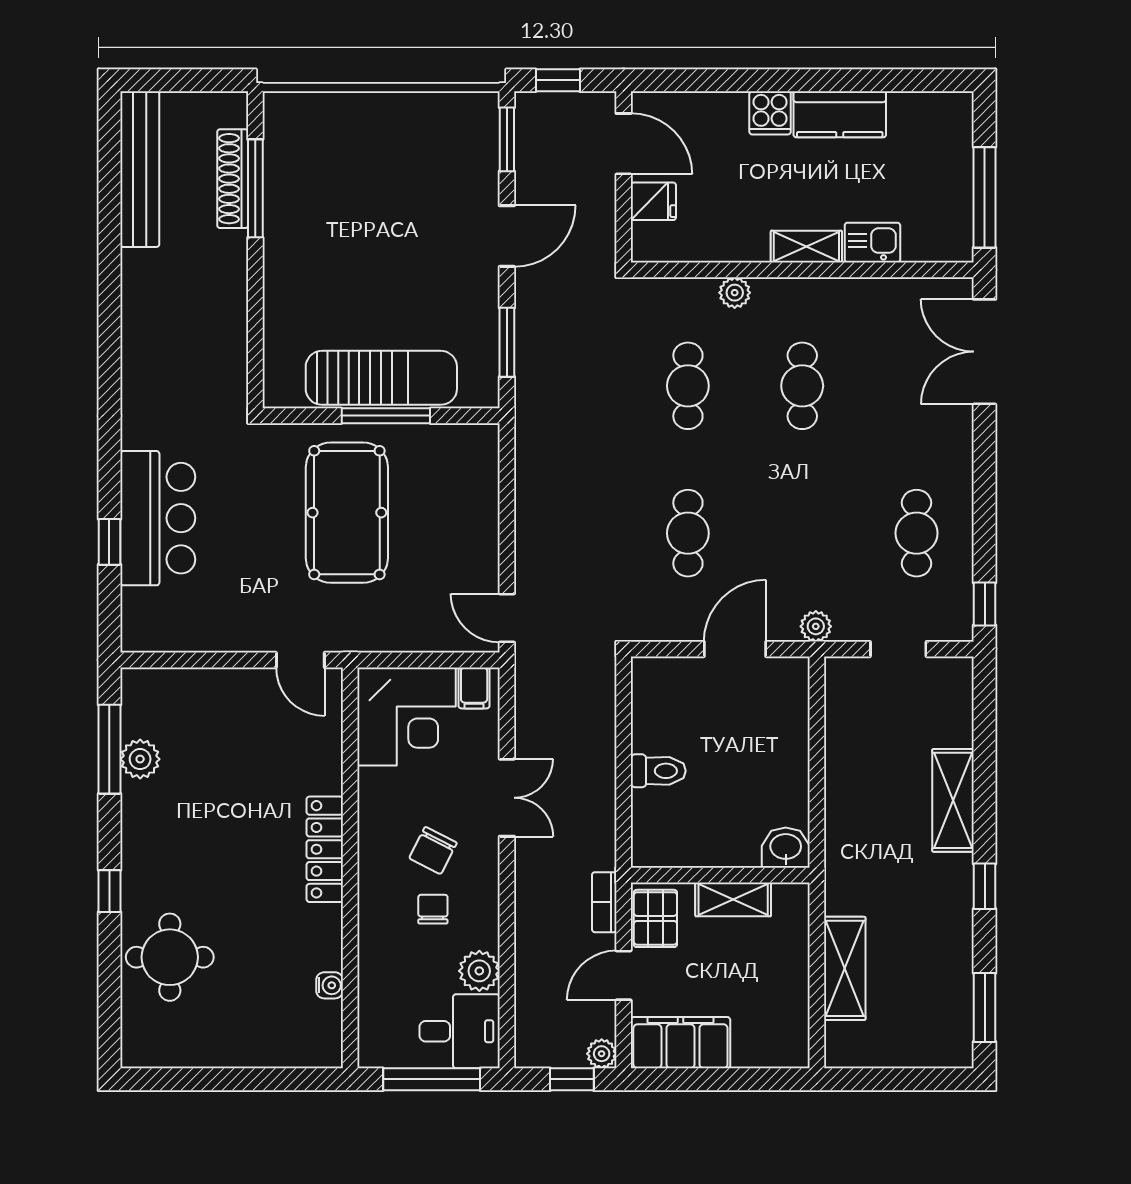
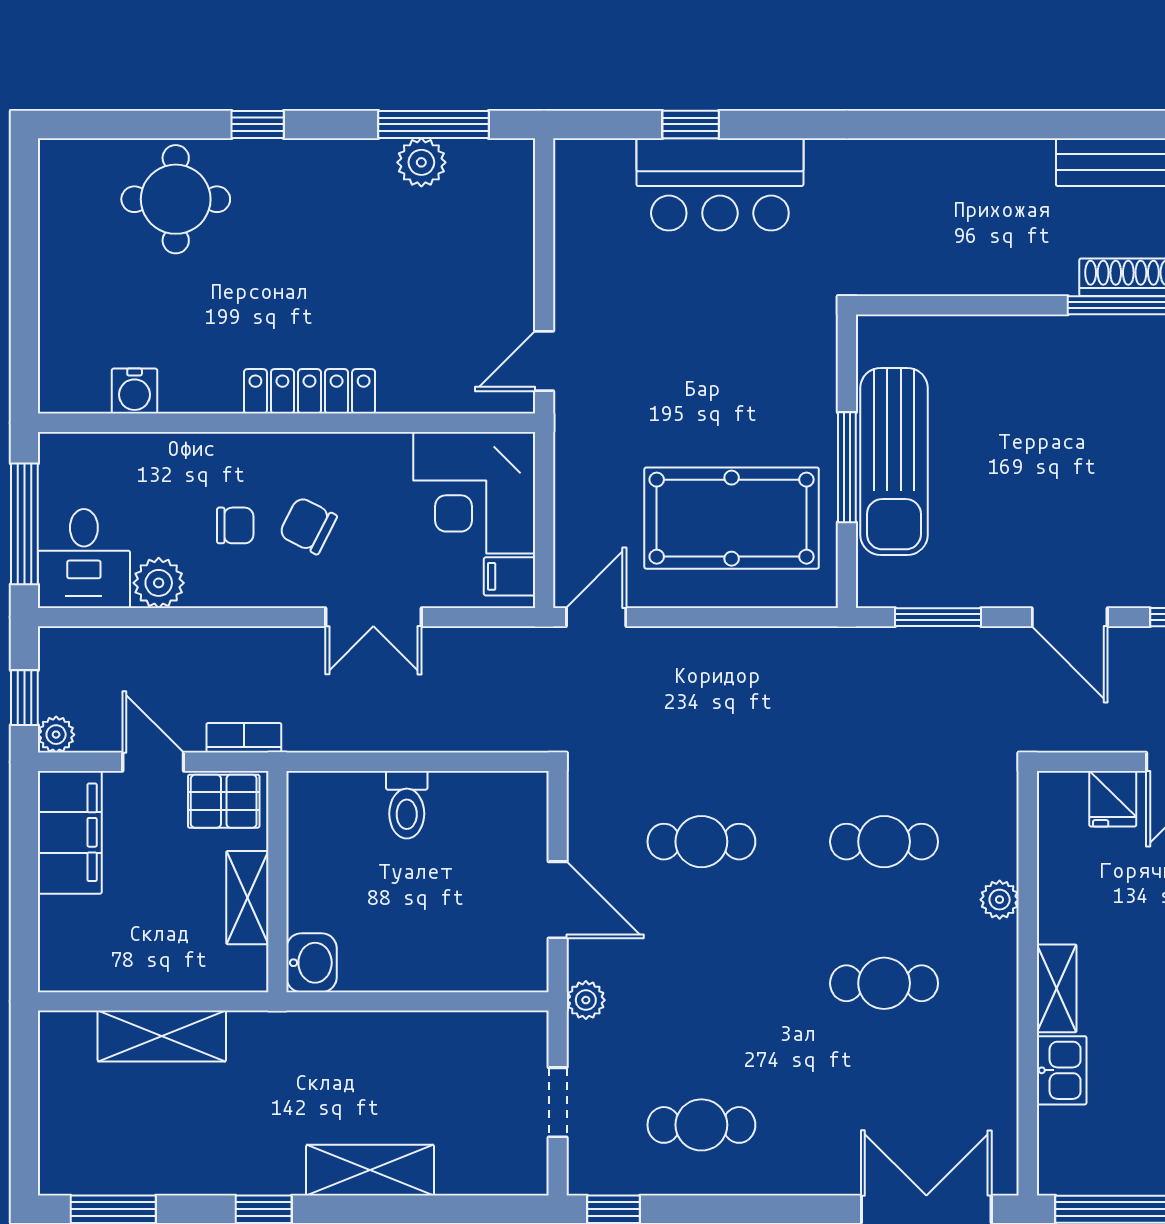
pool table: (347, 513) -> (732, 518), moved
water cooler: (330, 985) -> (135, 391), width x1.38, depth x1.38

